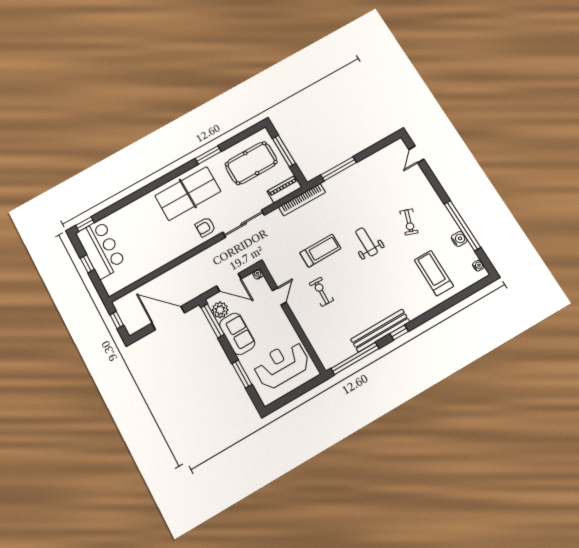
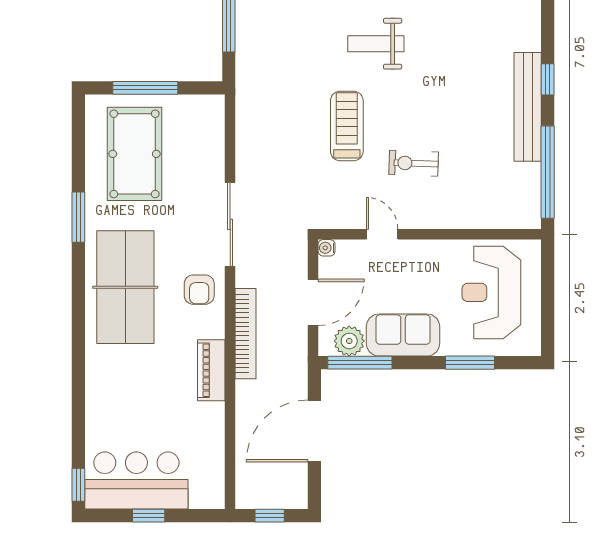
piano: (284, 189) -> (211, 370), moved
bookcase: (302, 200) -> (246, 334), moved

